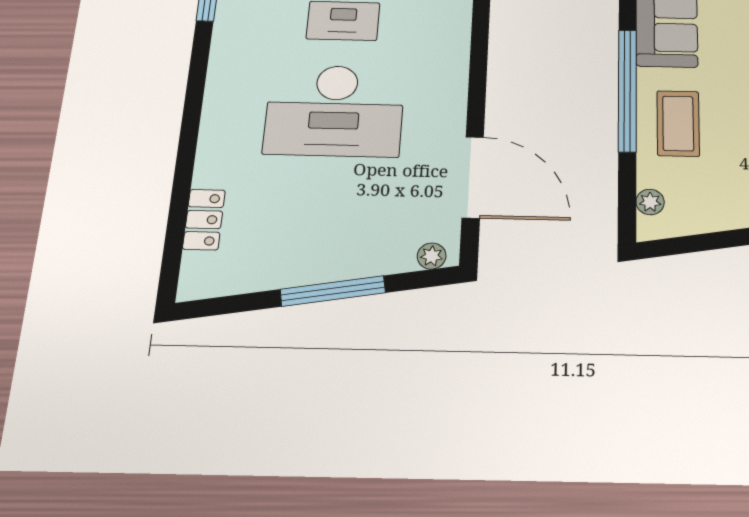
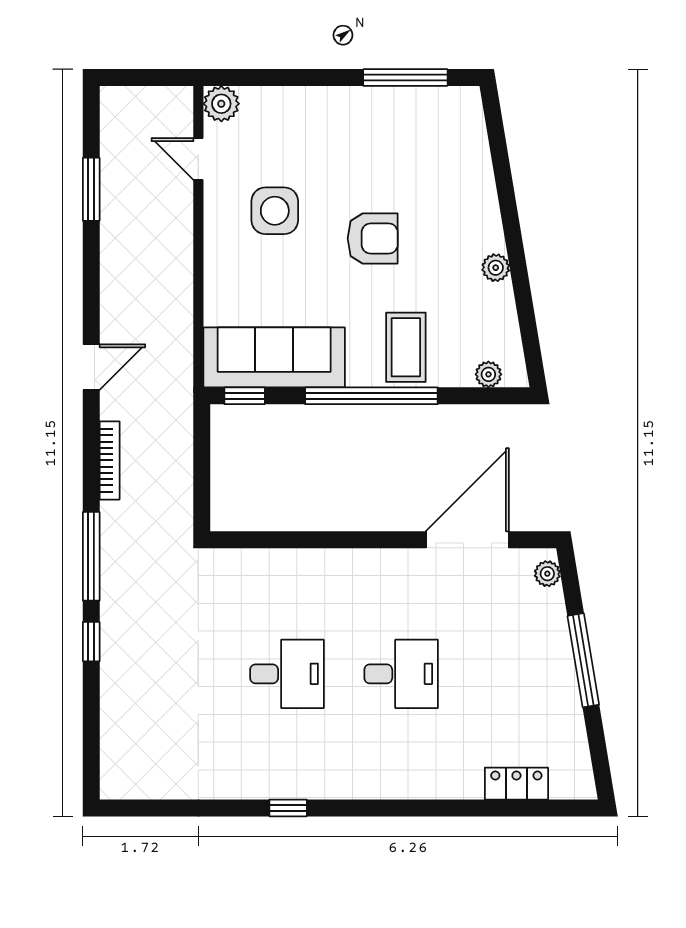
desk: (335, 111) -> (401, 674), width x0.53, depth x0.77
coffee table: (678, 123) -> (406, 347), turned 90

